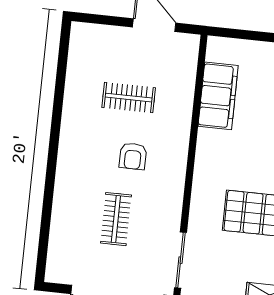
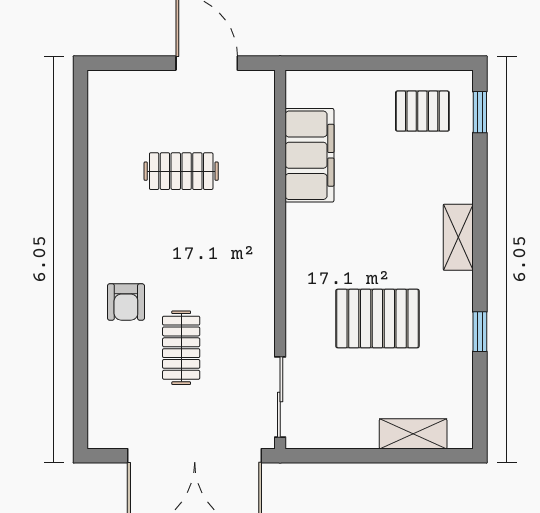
armchair: (133, 156) -> (126, 302), moved

